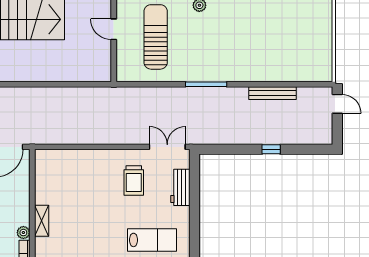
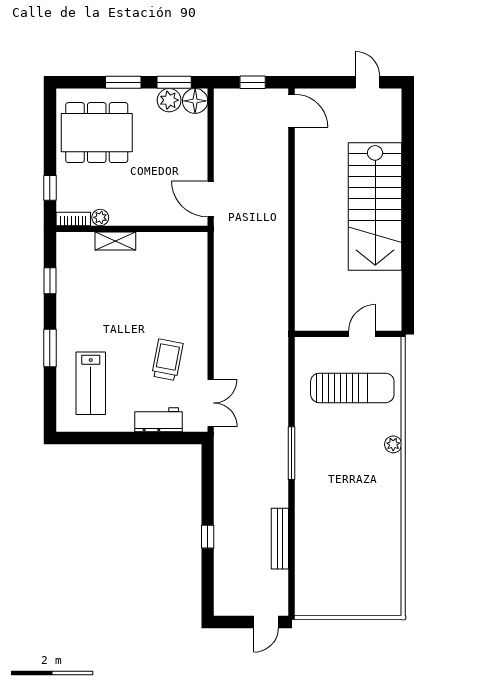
trolley: (134, 180) -> (167, 360), turned 101

